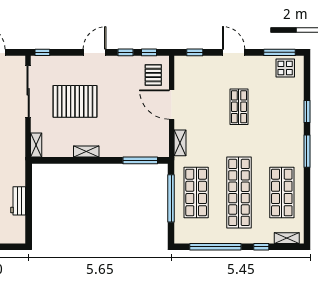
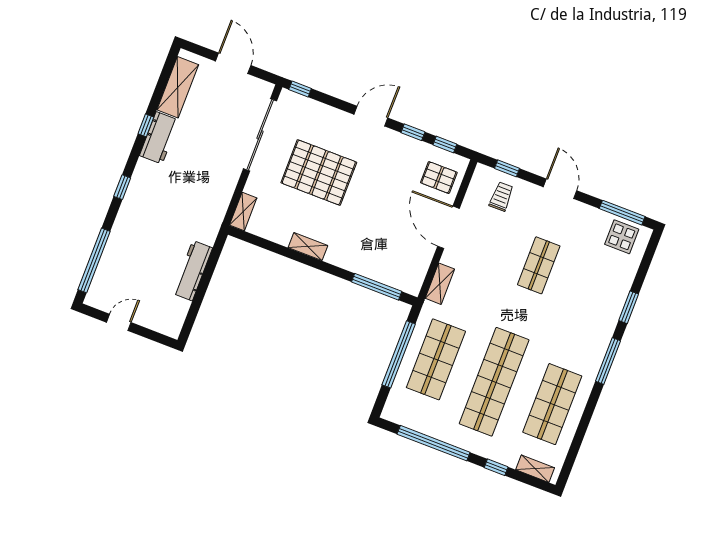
trolley: (198, 72) -> (501, 197), added
pallet: (153, 75) -> (439, 178), turned 90
workbench: (18, 201) -> (193, 271), width x1.38

